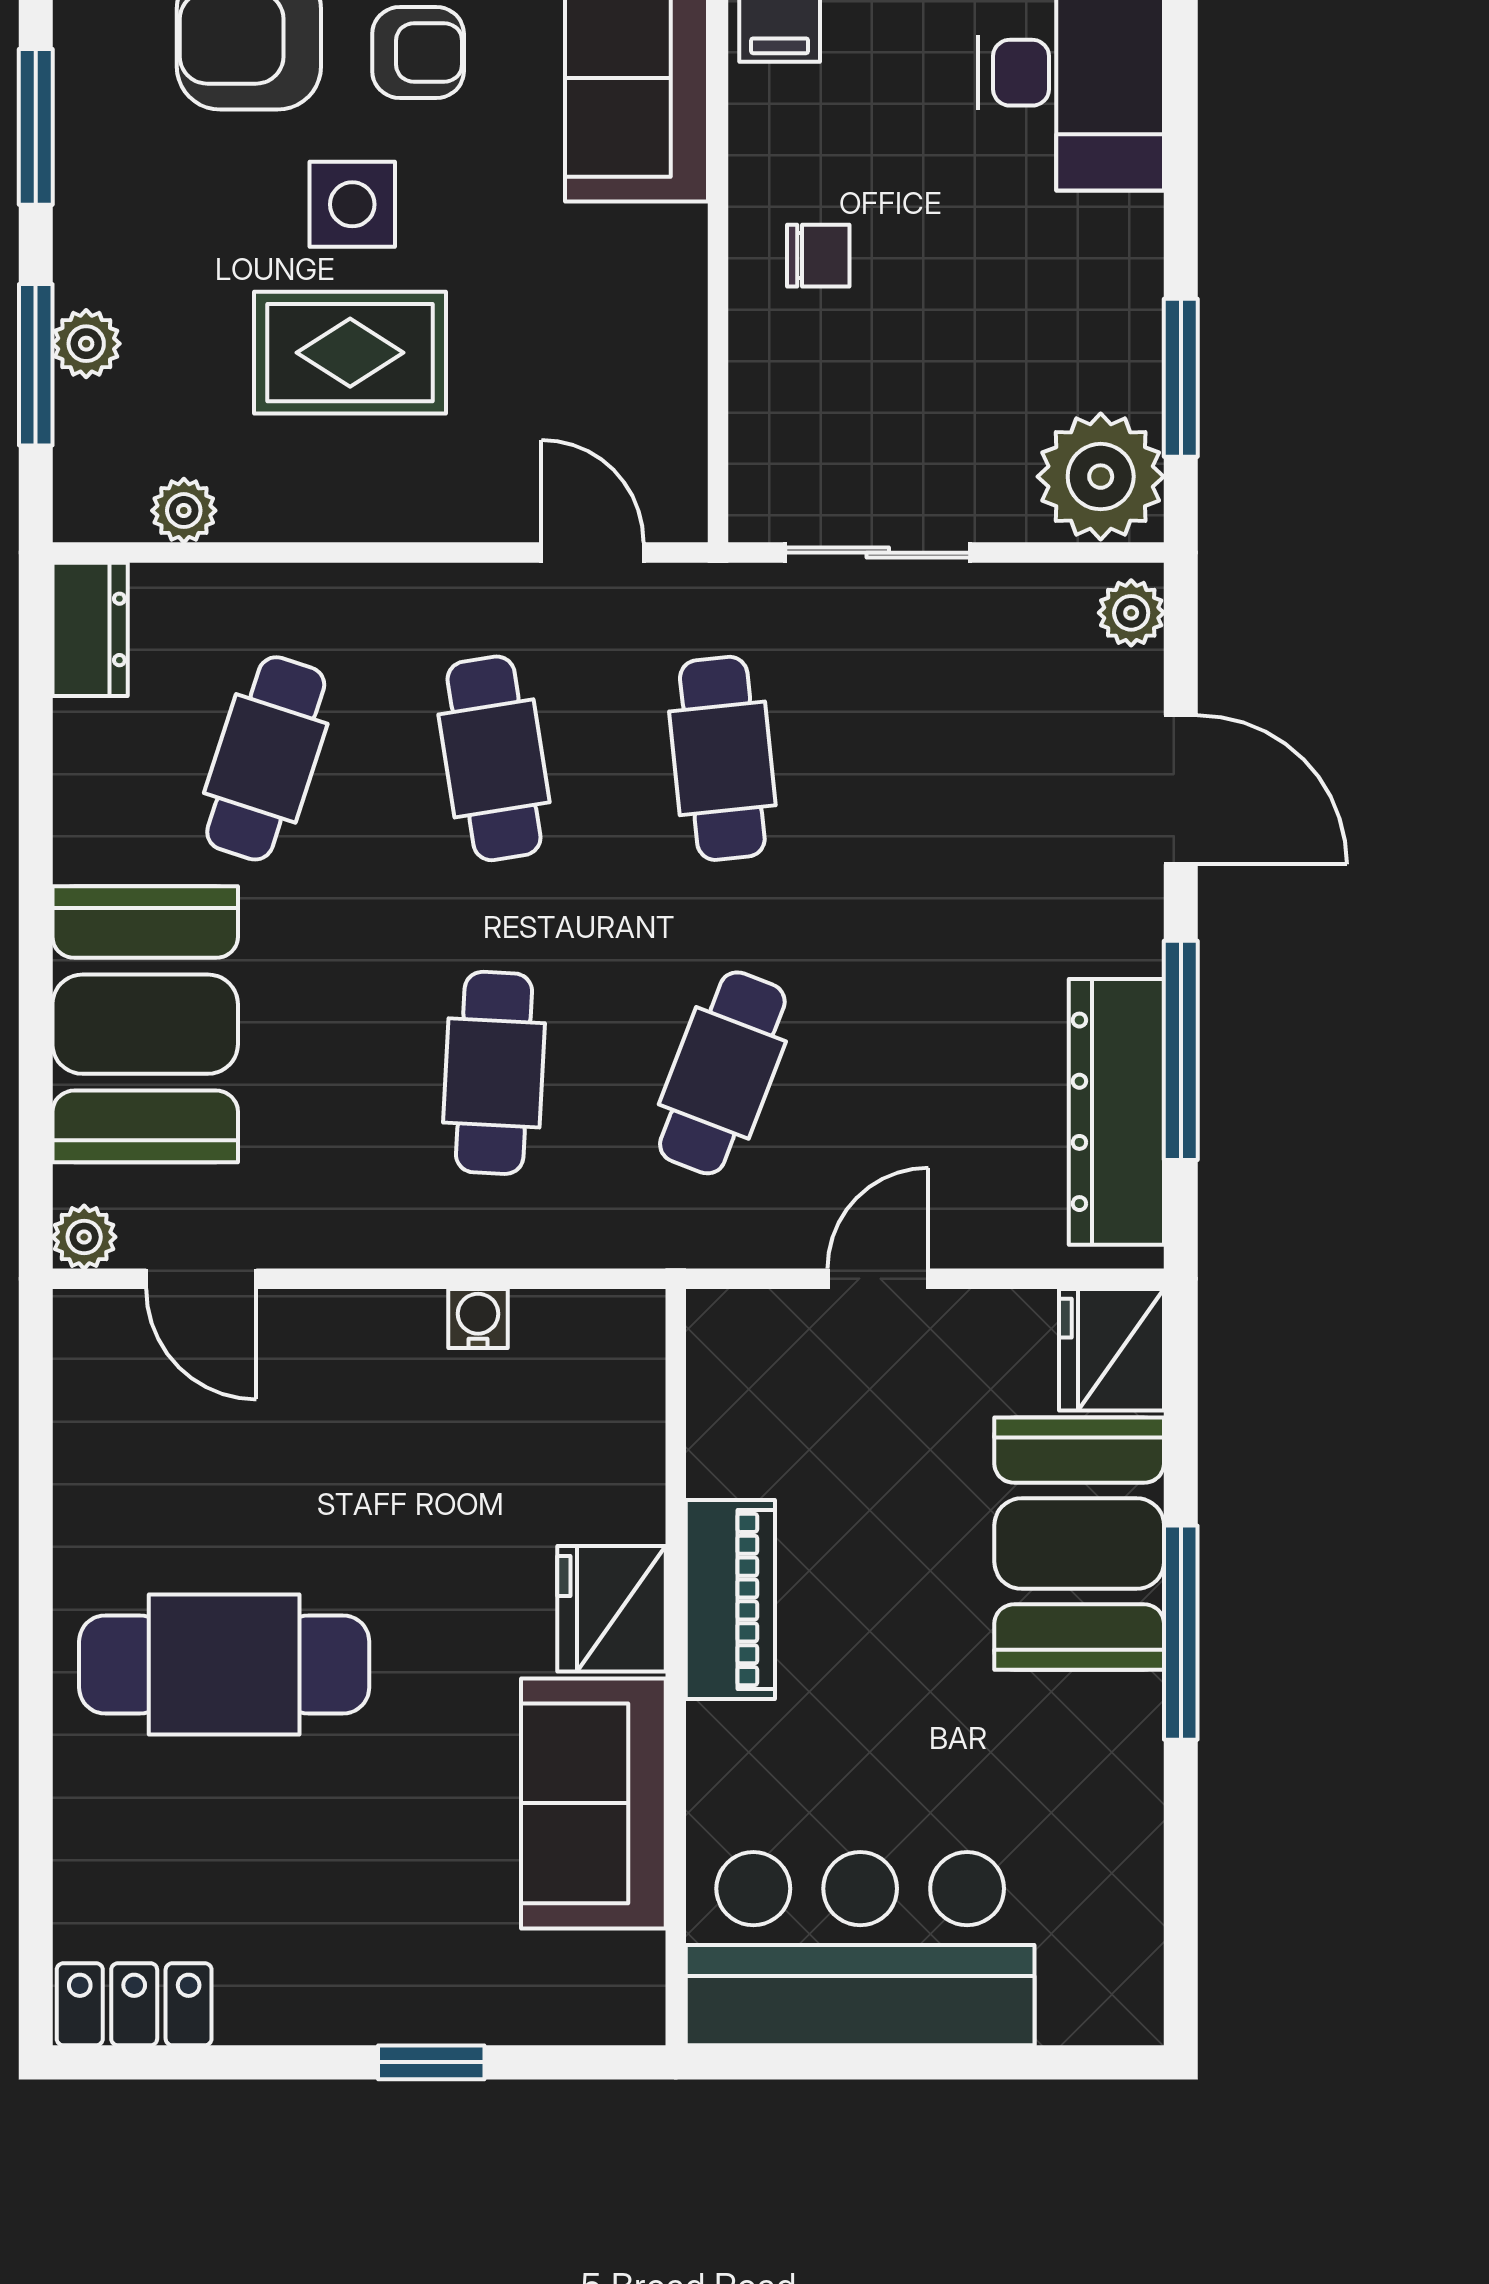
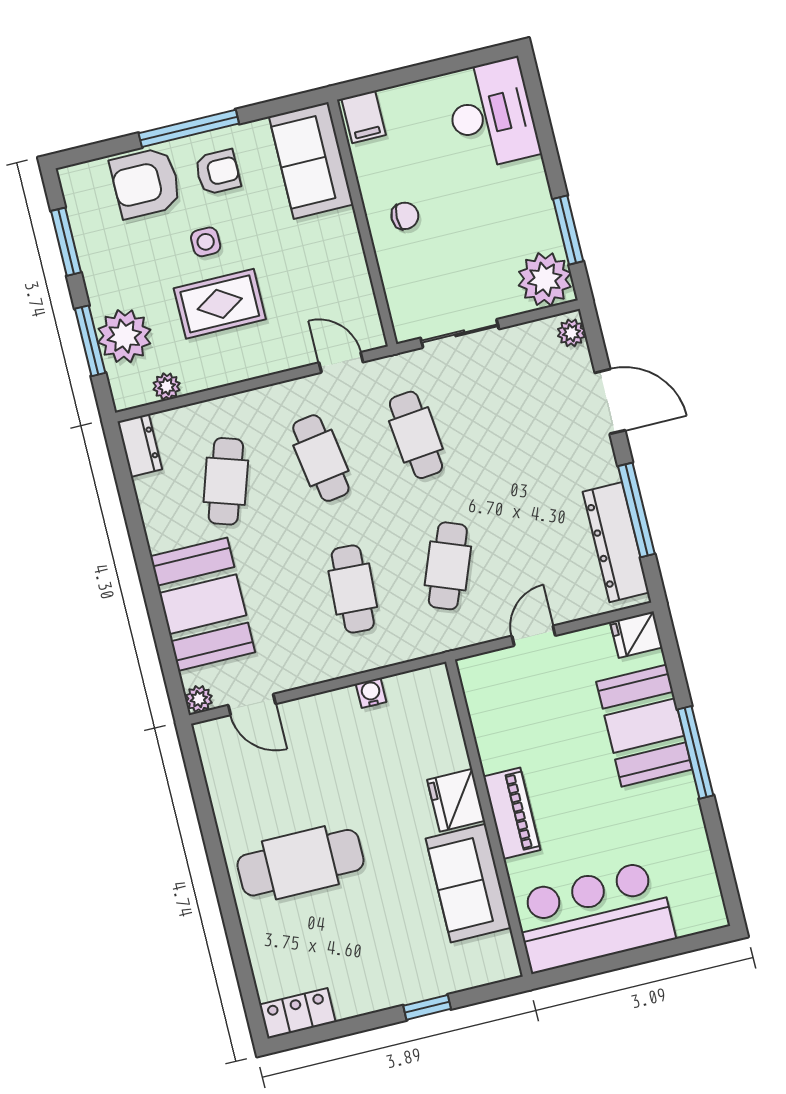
side table: (352, 204) -> (206, 242), width x0.73, depth x0.73
plant: (86, 344) -> (124, 336), width x1.87, depth x1.87
fridge: (1111, 1350) -> (636, 635), width x0.72
piano: (730, 1599) -> (512, 813), moved

